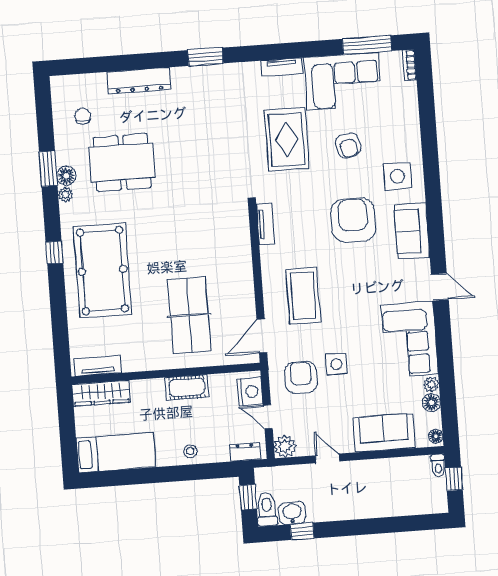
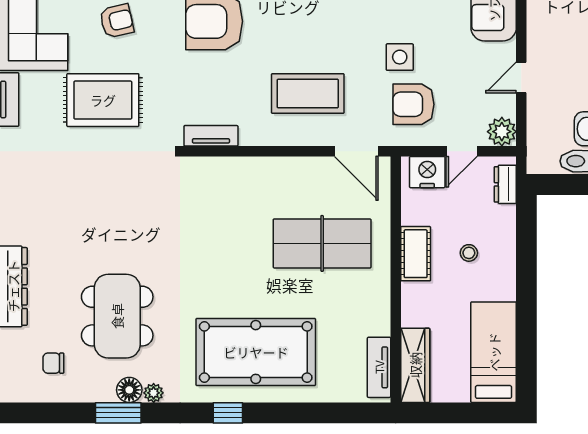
stool: (190, 451) -> (469, 253), moved
window: (248, 497) -> (564, 185), removed

